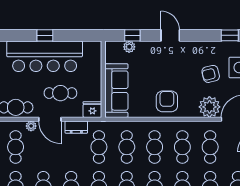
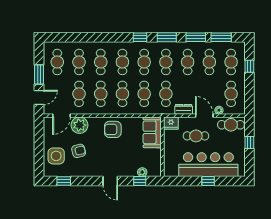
sofa: (116, 91) -> (152, 132), width x0.73
armchair: (167, 101) -> (113, 129), turned 90

